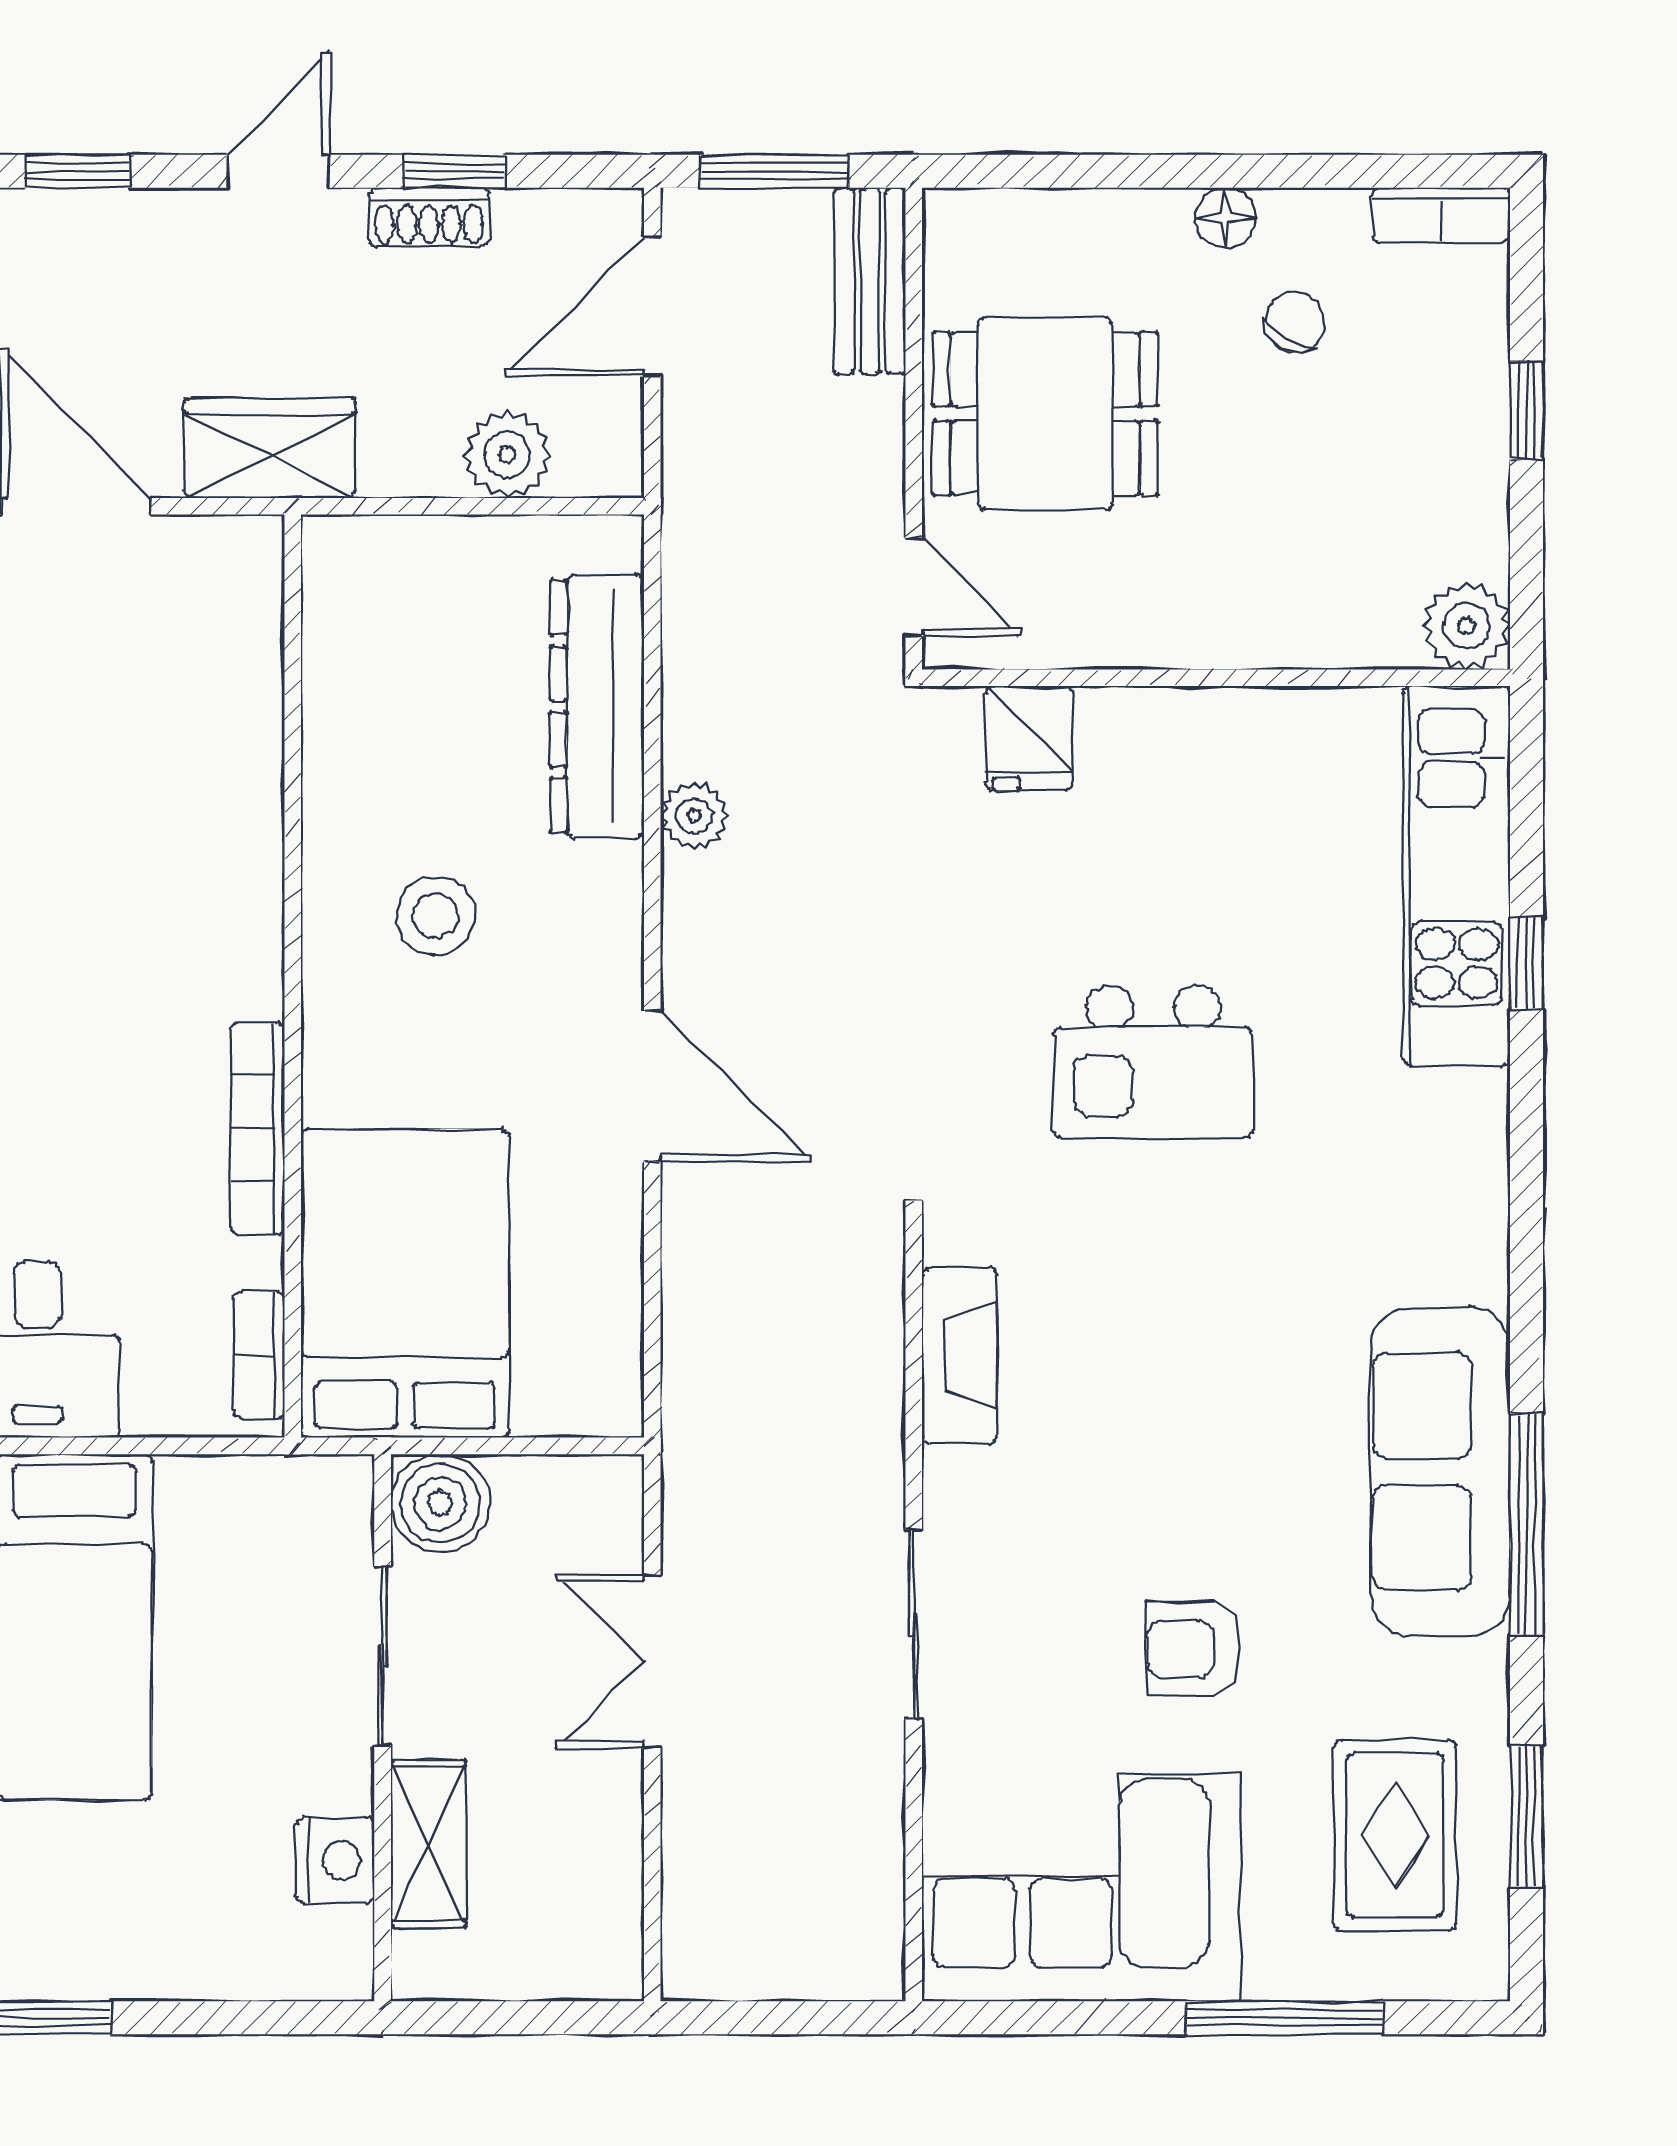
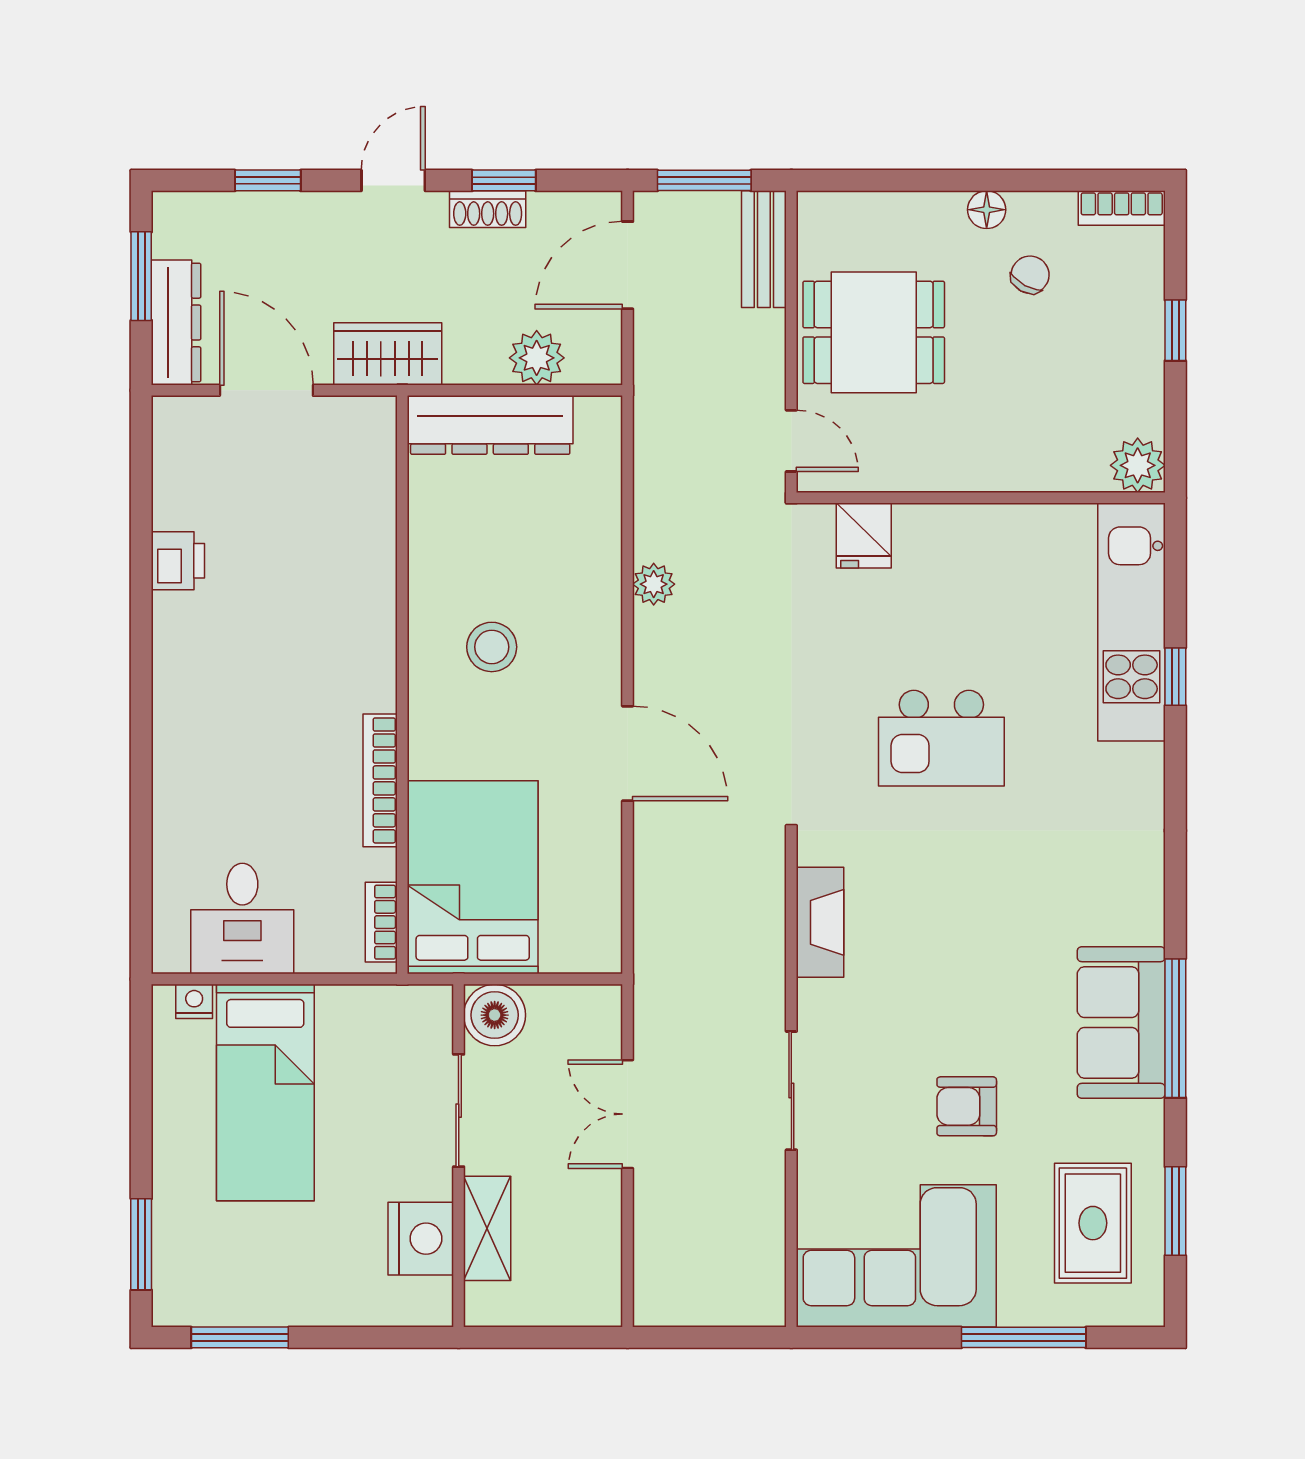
dresser: (597, 706) -> (490, 425), moved, turned -90
sofa: (1440, 1472) -> (1121, 1022), width x0.73
nightstand: (335, 1860) -> (421, 1239), width x1.36, depth x1.33

